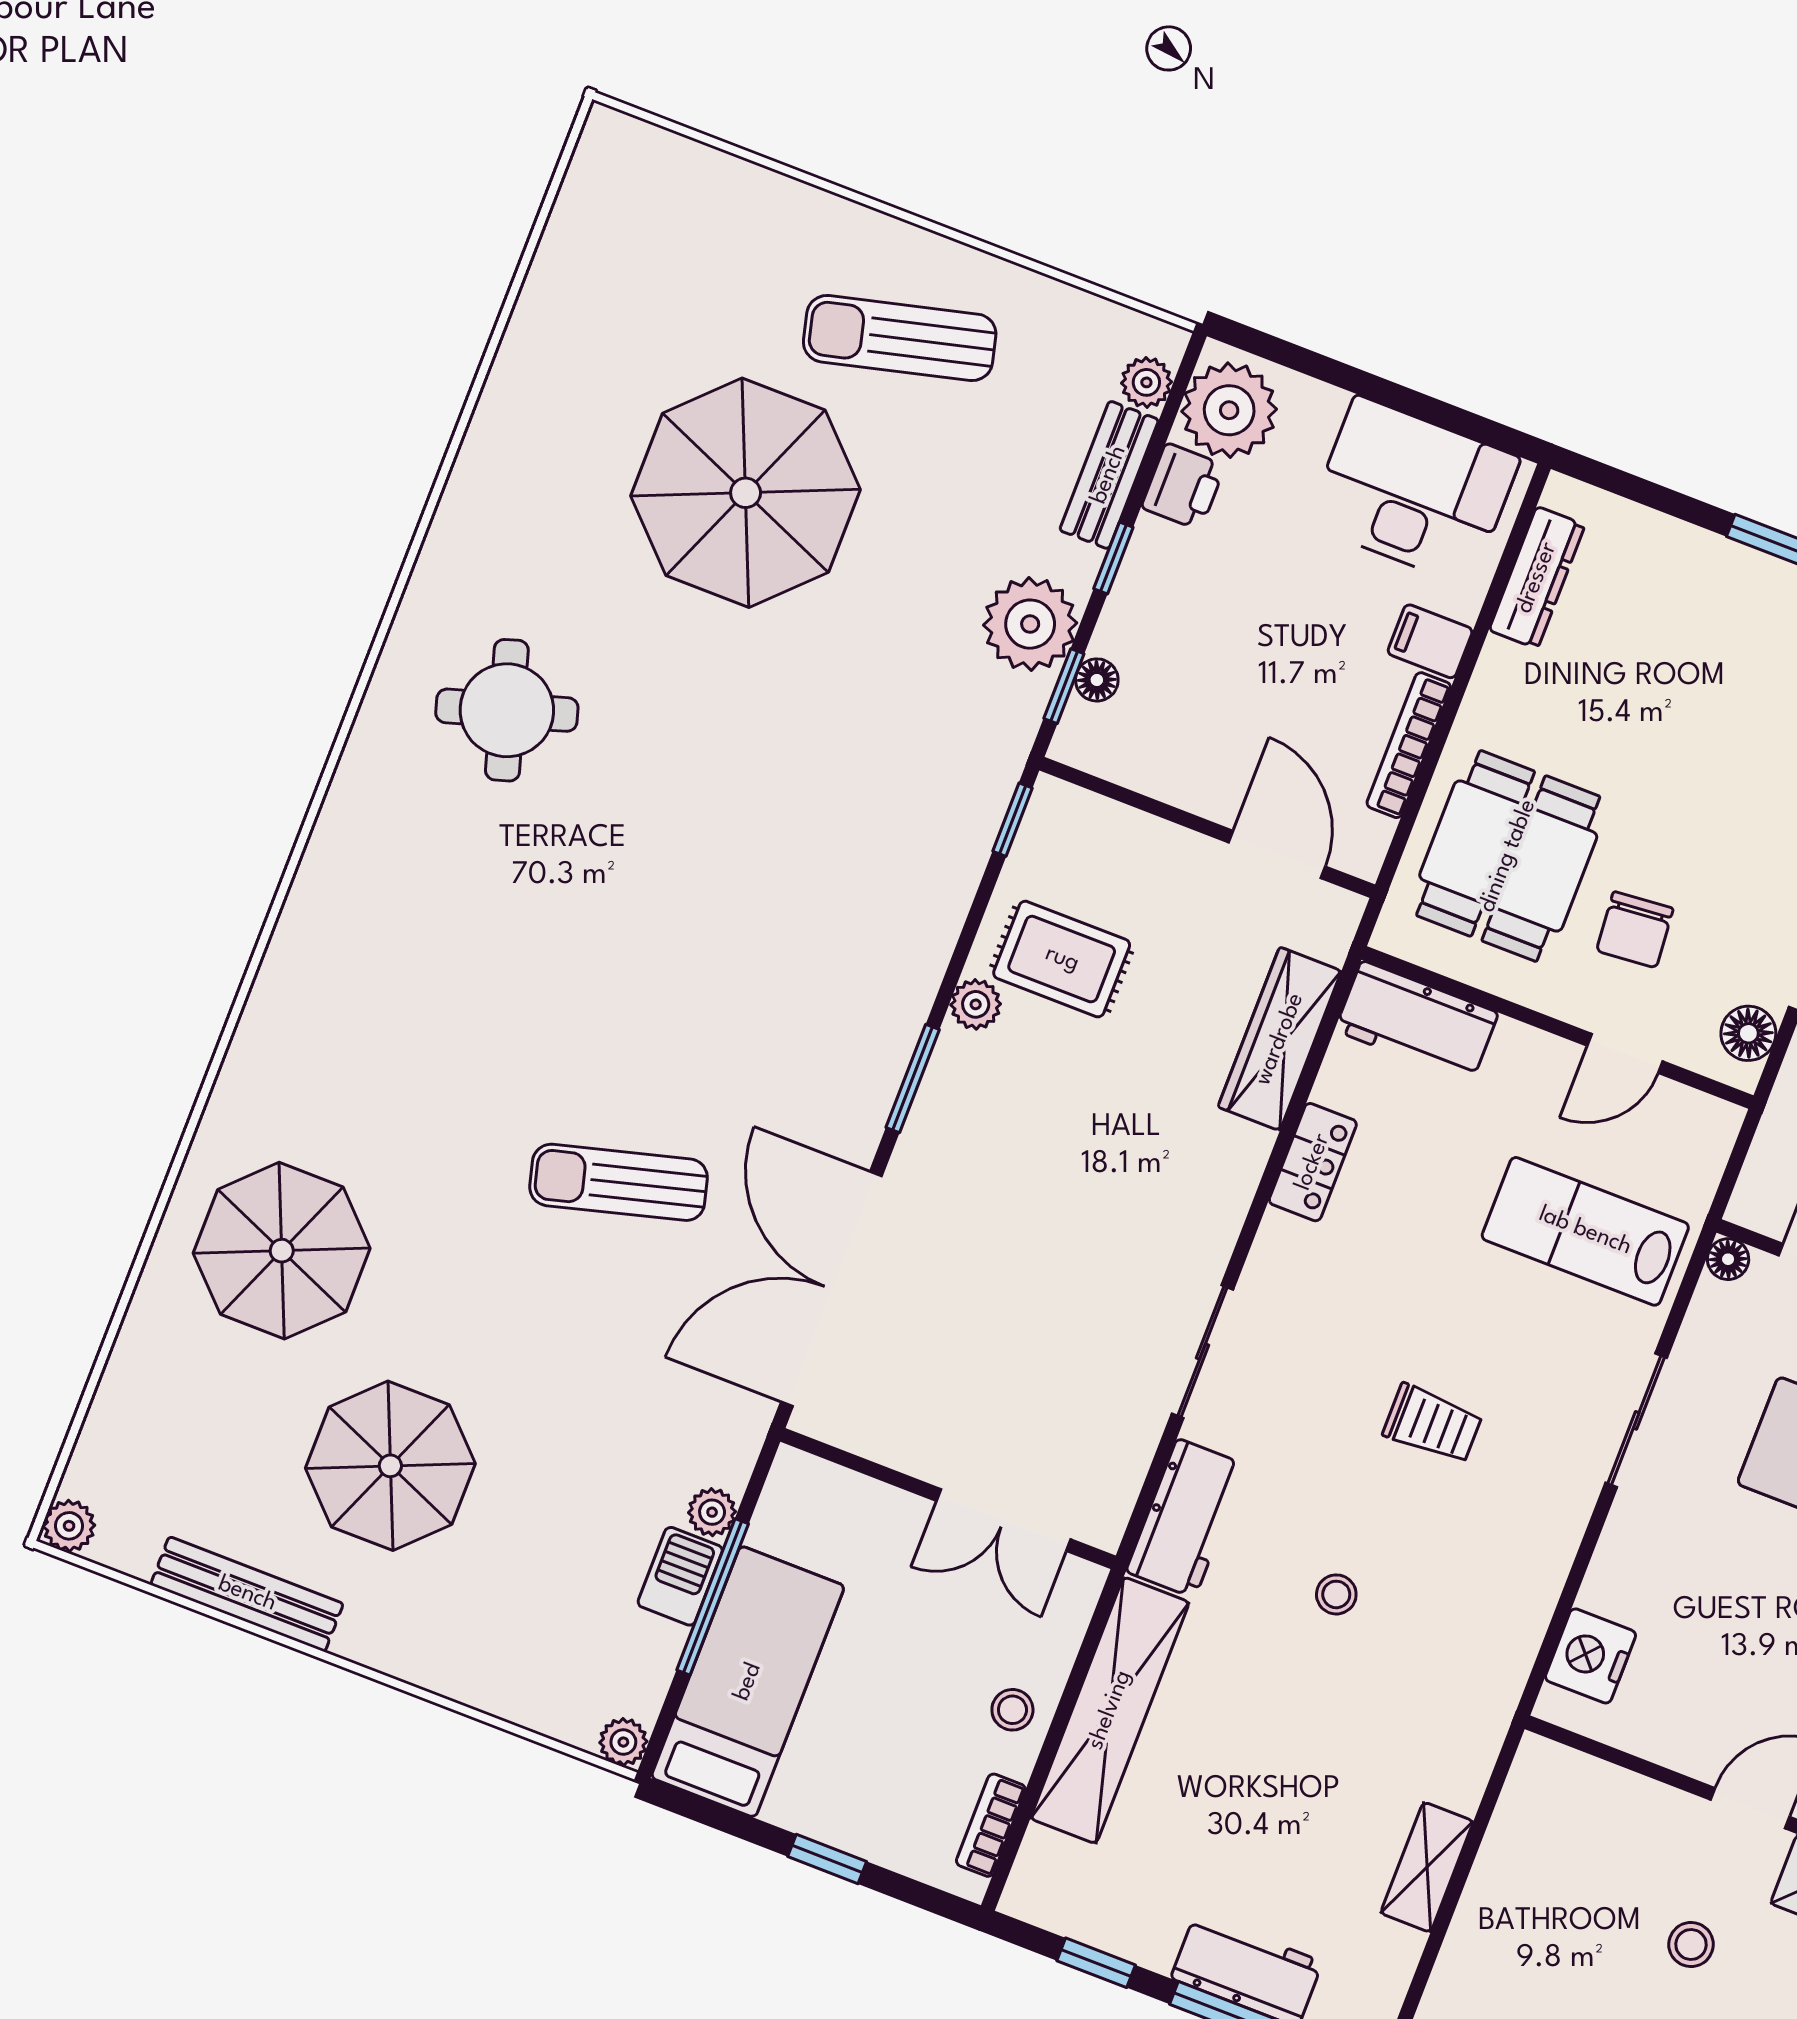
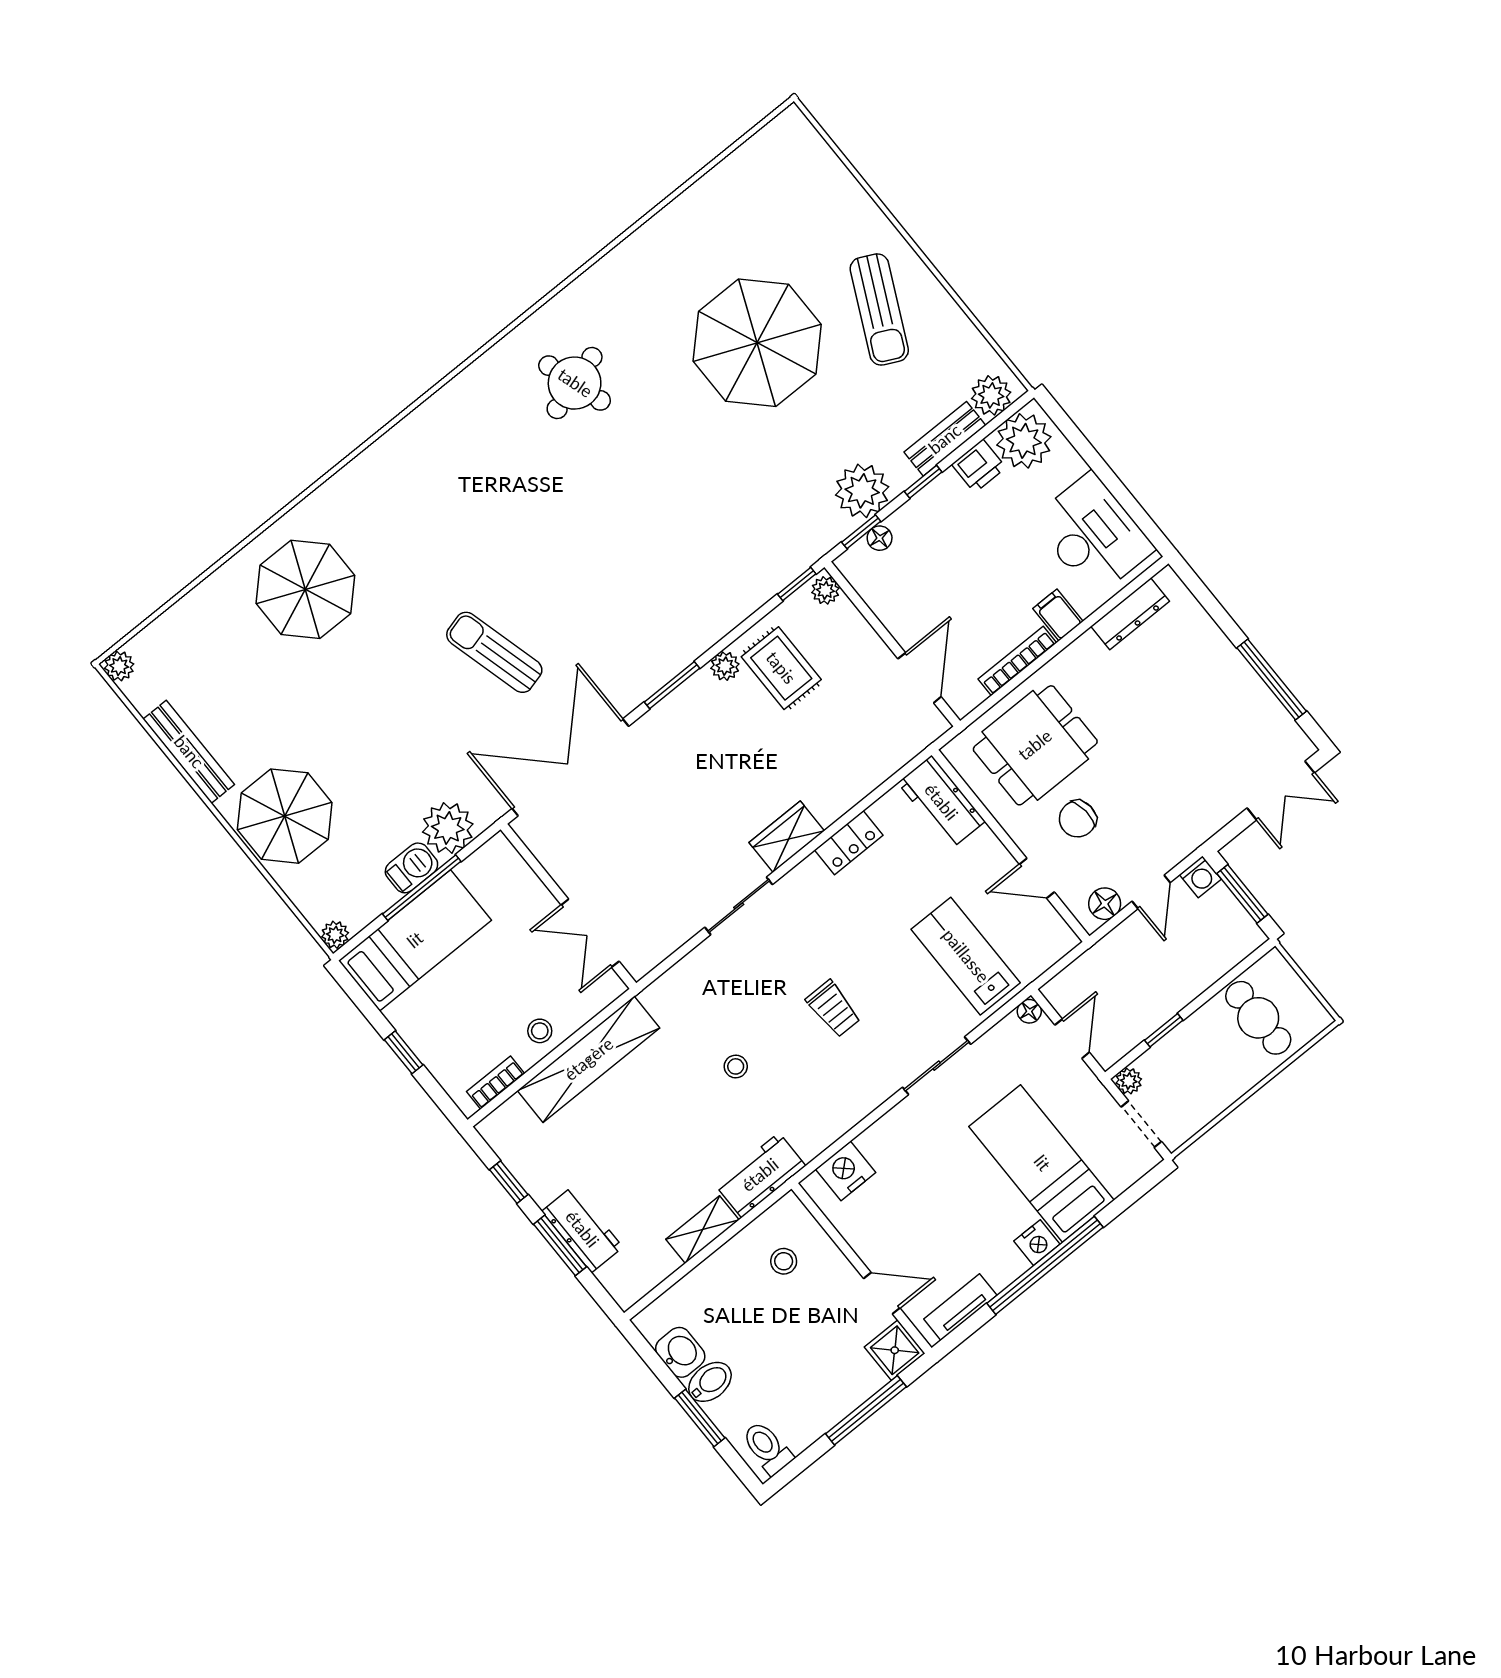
sun lounger: (900, 338) -> (879, 310), turned -140
plant: (1146, 382) -> (991, 395), width x1.38, depth x1.38
plant: (1061, 805) -> (825, 590), added
wardrobe: (1280, 1039) -> (787, 837), moved, width x0.67
parasol: (390, 1466) -> (285, 816), moved
plant: (712, 1512) -> (448, 828), width x1.88, depth x1.88
workbench: (1186, 1518) -> (760, 1175), moved, turned 180
stool: (1691, 1945) -> (784, 1261), moved

